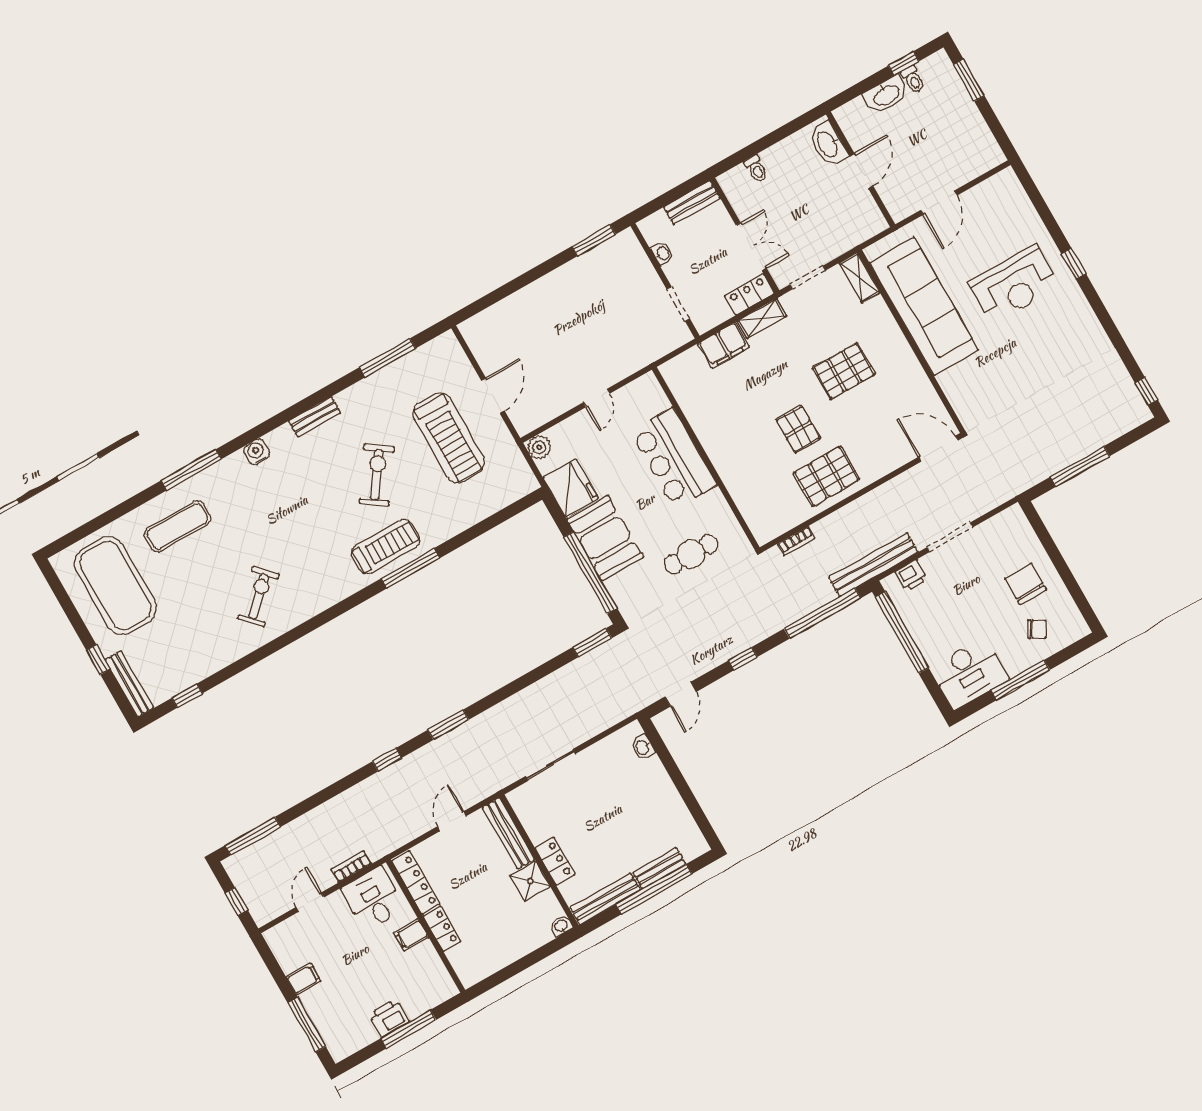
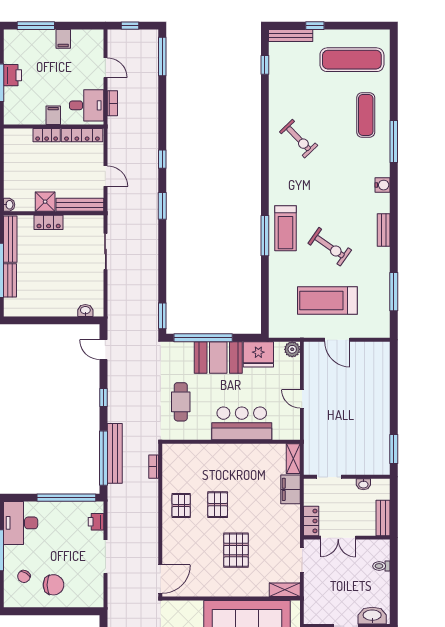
shelving: (762, 319) -> (293, 459), moved
pallet: (798, 429) -> (218, 505), turned 90
pallet: (826, 476) -> (181, 506), width x0.67, depth x0.71
bench: (873, 565) -> (115, 453), moved
exercise mat: (115, 586) -> (352, 60), width x0.68

